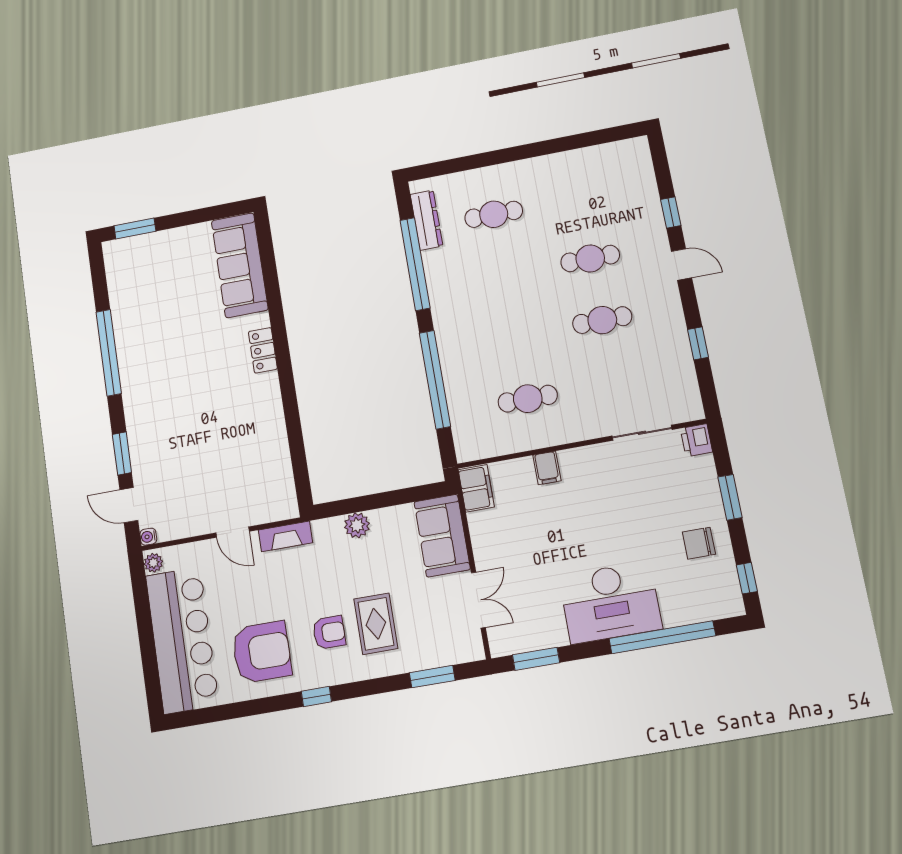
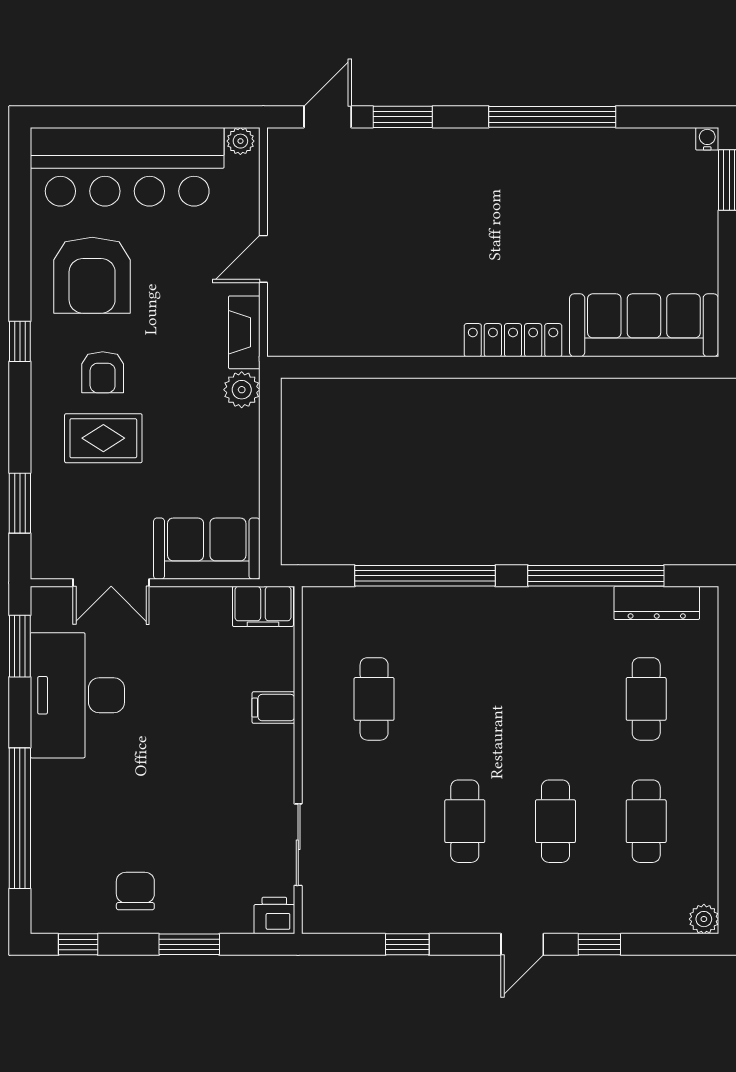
plant: (639, 147) -> (704, 919), added
cafe table: (578, 198) -> (646, 821), added
locker: (263, 350) -> (513, 340), width x1.53
plant: (357, 525) -> (242, 390), moved
water cooler: (148, 537) -> (707, 139), moved
desk: (610, 602) -> (77, 695), moved

